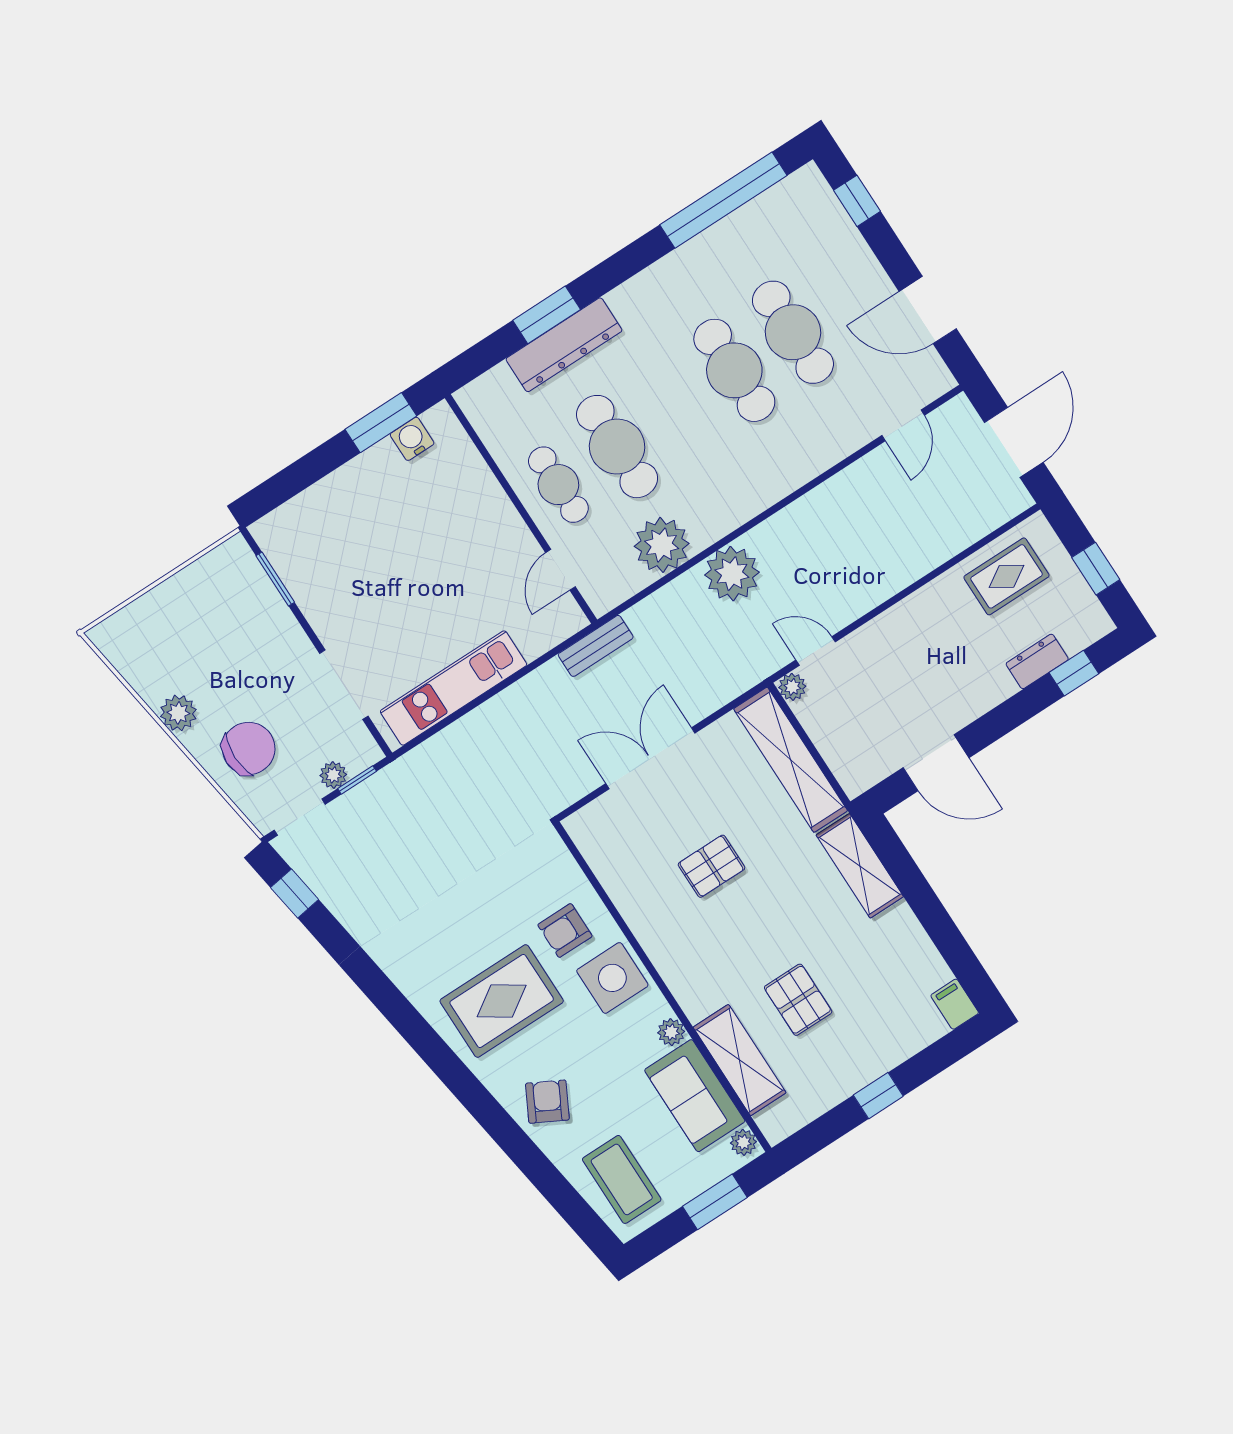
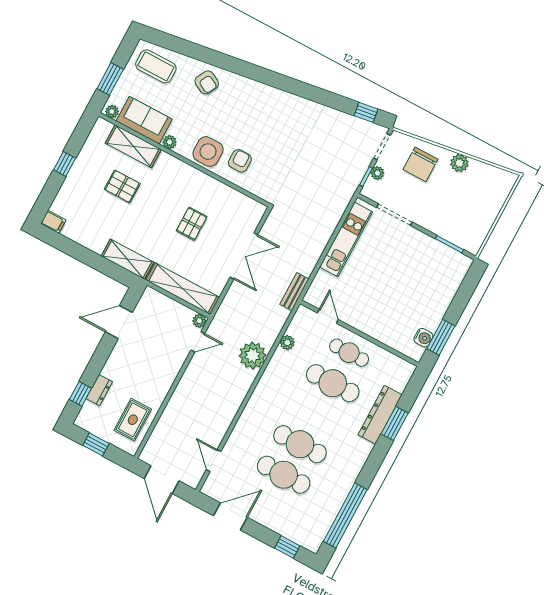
plant: (662, 545) -> (287, 342), width x0.53, depth x0.53
rug: (502, 1001) -> (251, 115), removed

